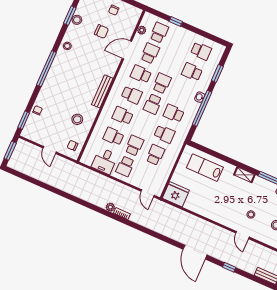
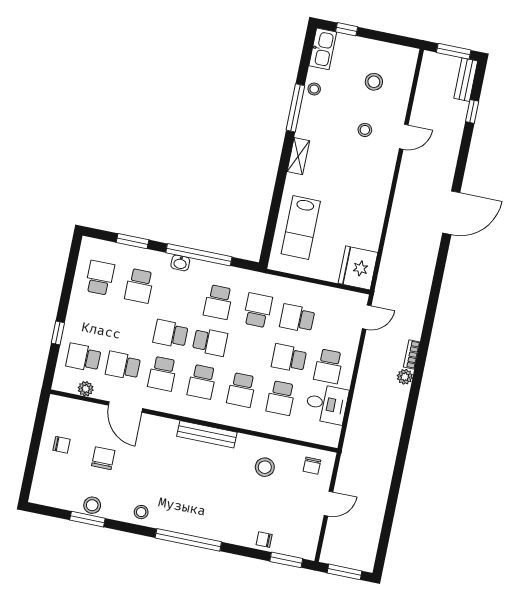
school desk: (132, 95) -> (202, 382), turned 180
school desk: (125, 166) -> (328, 366), turned 90
window: (229, 267) -> (472, 111), moved

